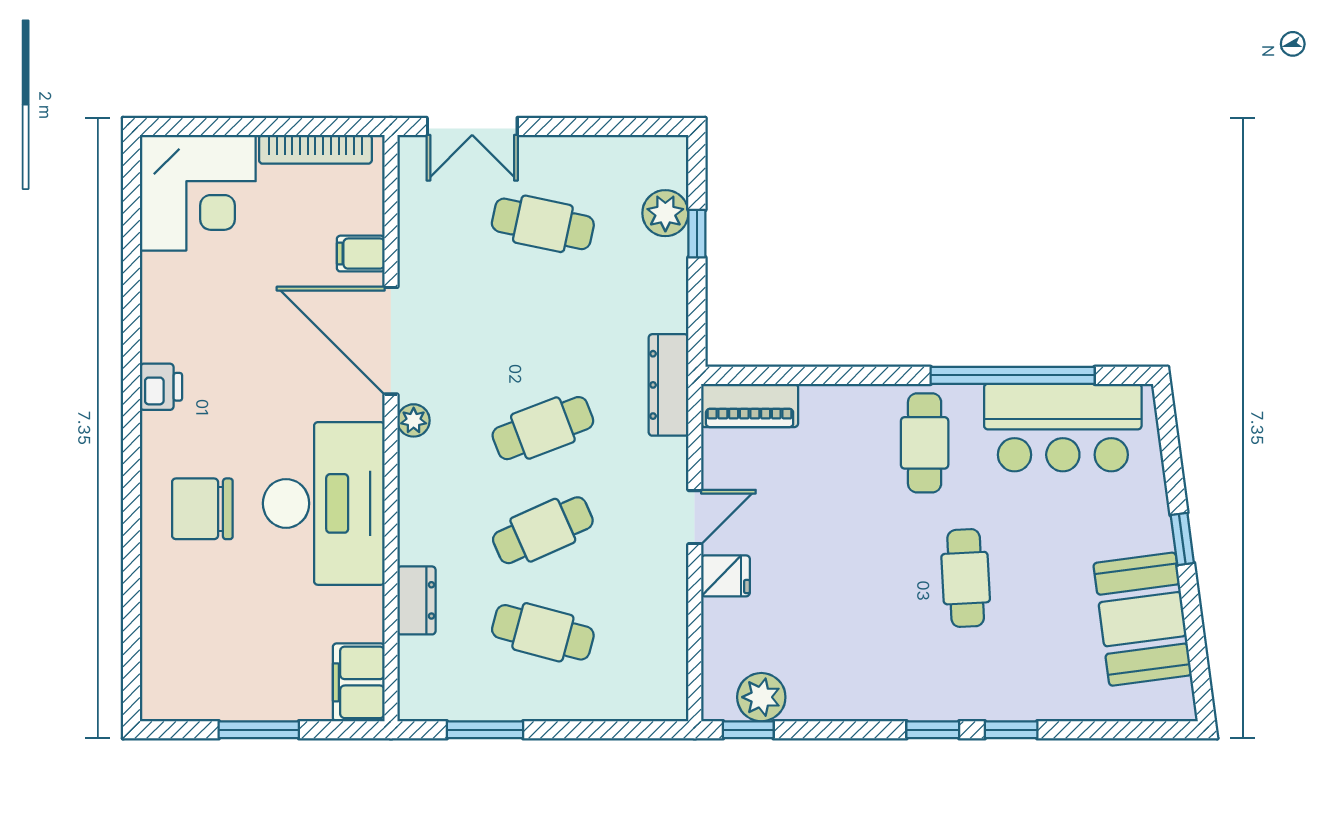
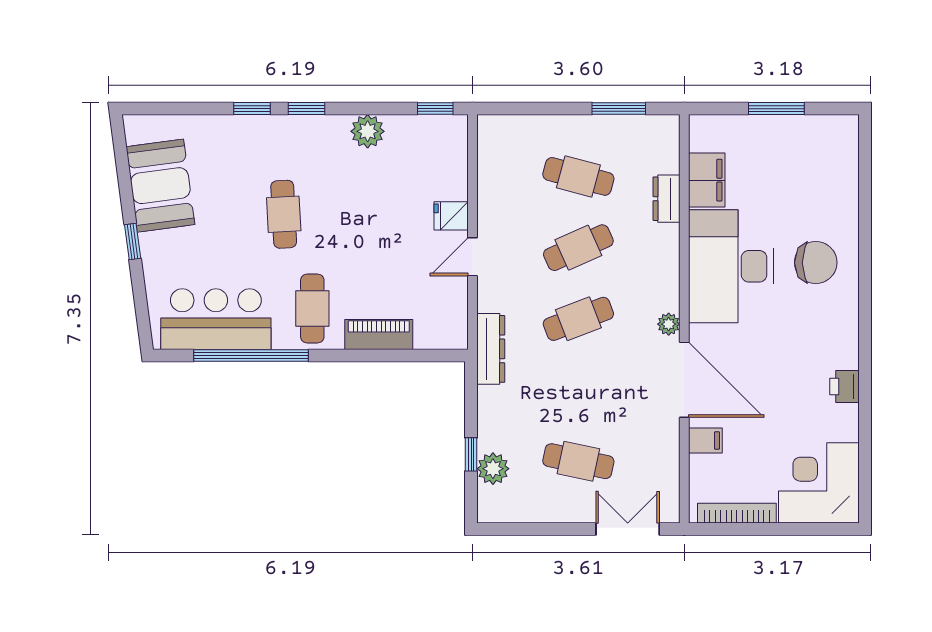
printer: (161, 387) -> (845, 387), moved
piano: (750, 405) -> (379, 335), moved
filing cabinet: (359, 682) -> (707, 180), moved
plant: (761, 697) -> (368, 131), moved

